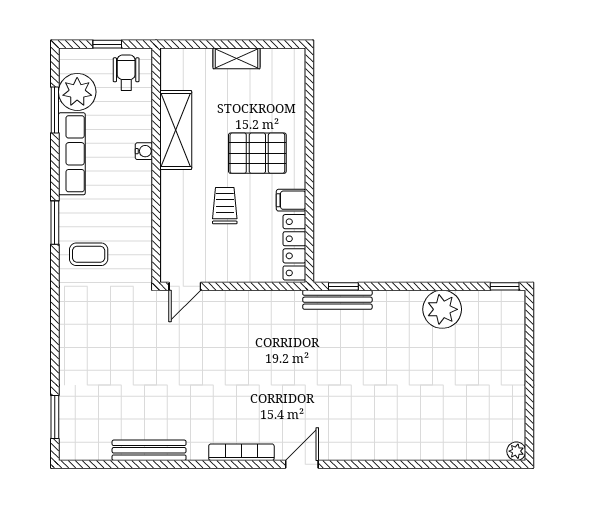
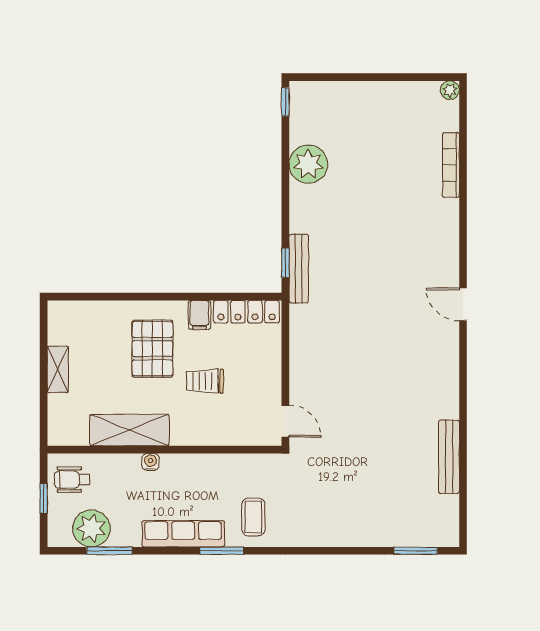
row of seats: (72, 154) -> (183, 534), moved
bookcase: (241, 452) -> (451, 165), moved

